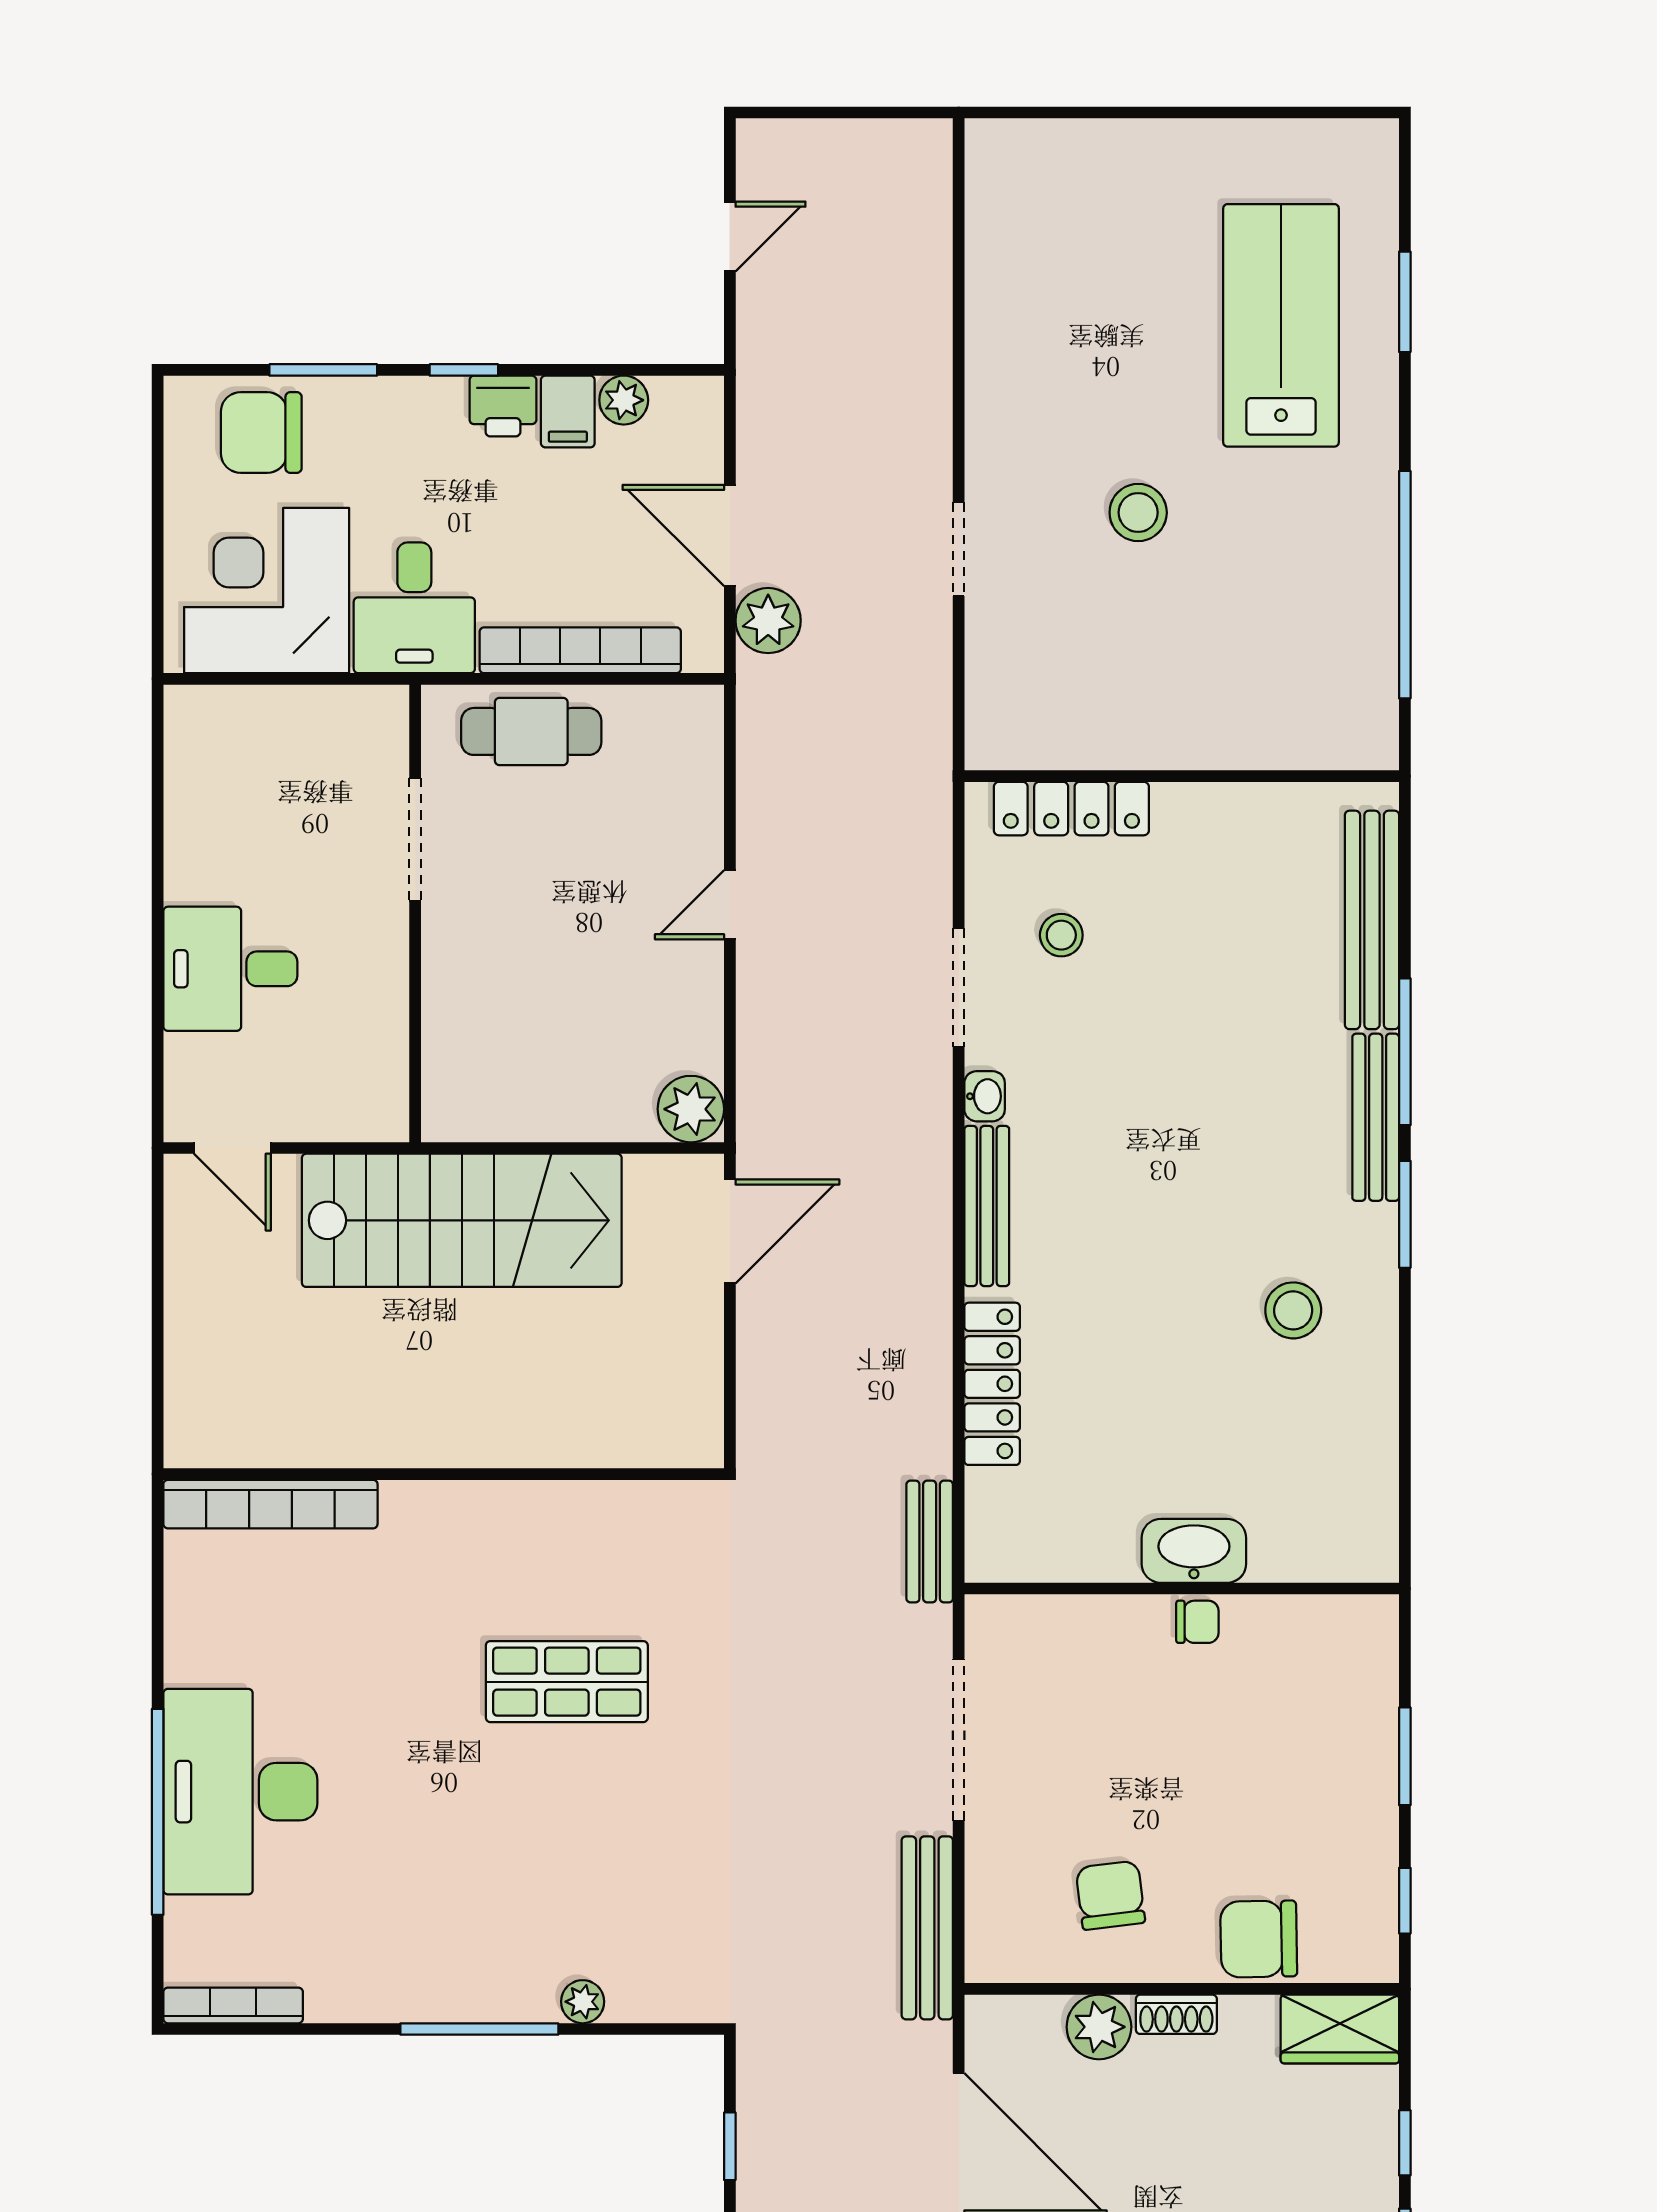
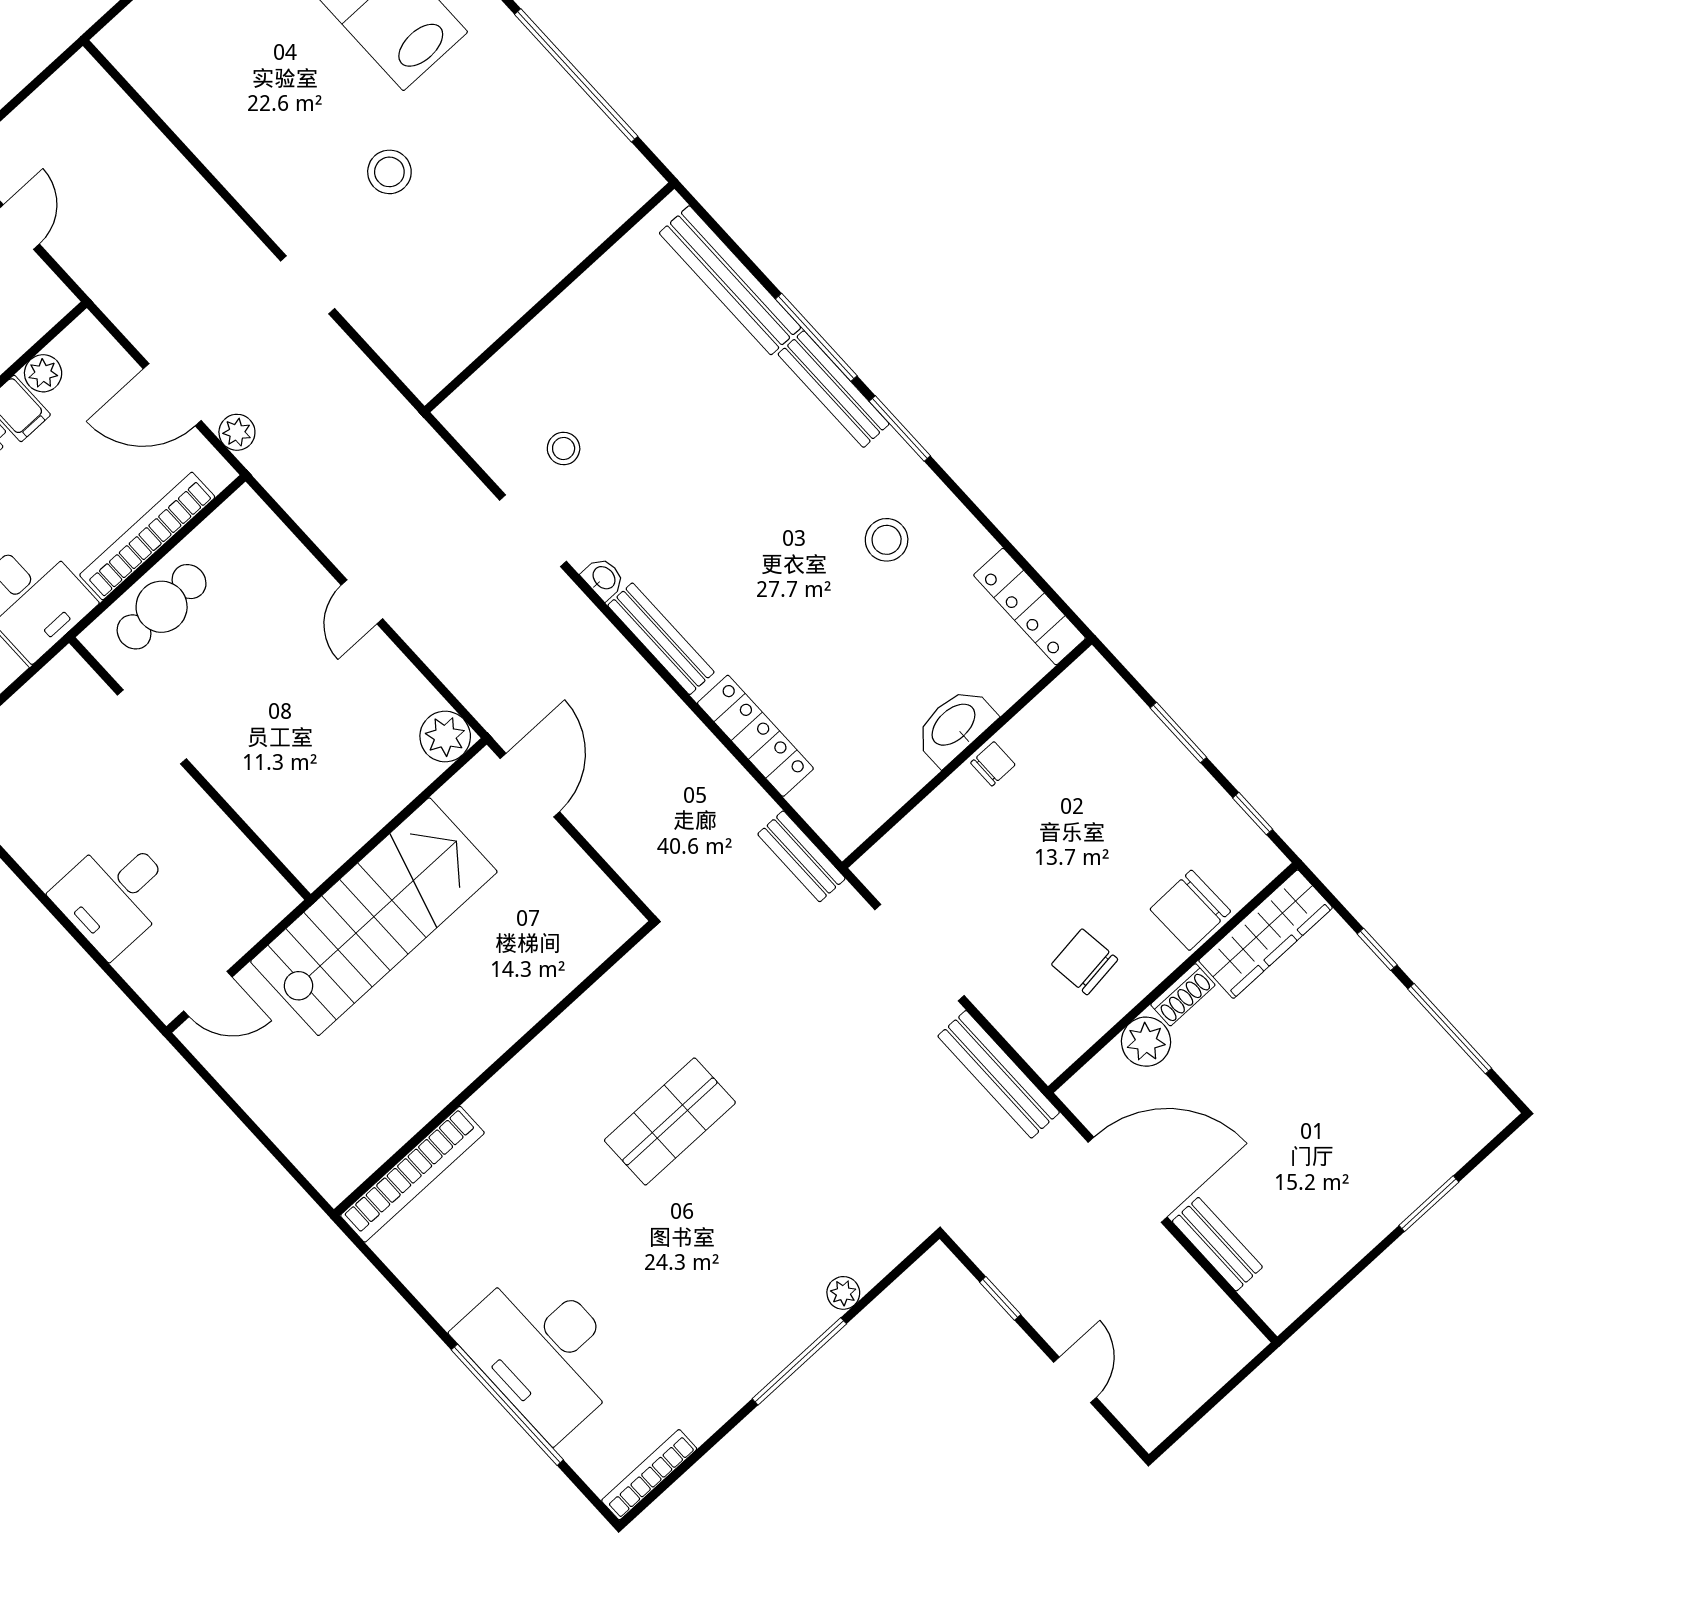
plant: (768, 621) -> (237, 432), width x0.73, depth x0.73
locker: (1071, 809) -> (1030, 607), moved, turned 90
wardrobe: (1340, 2029) -> (1266, 934), width x1.50

